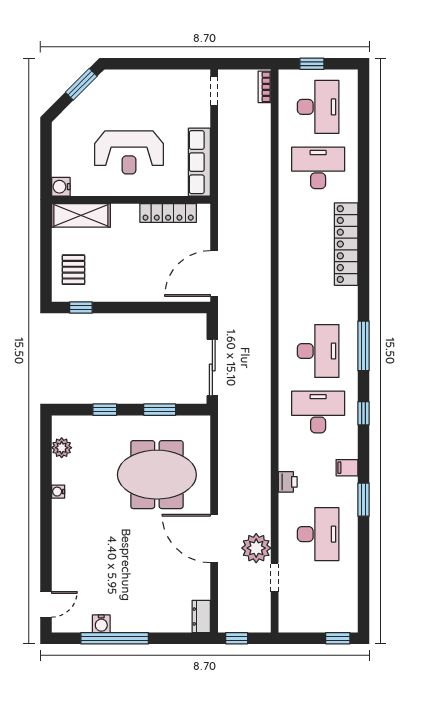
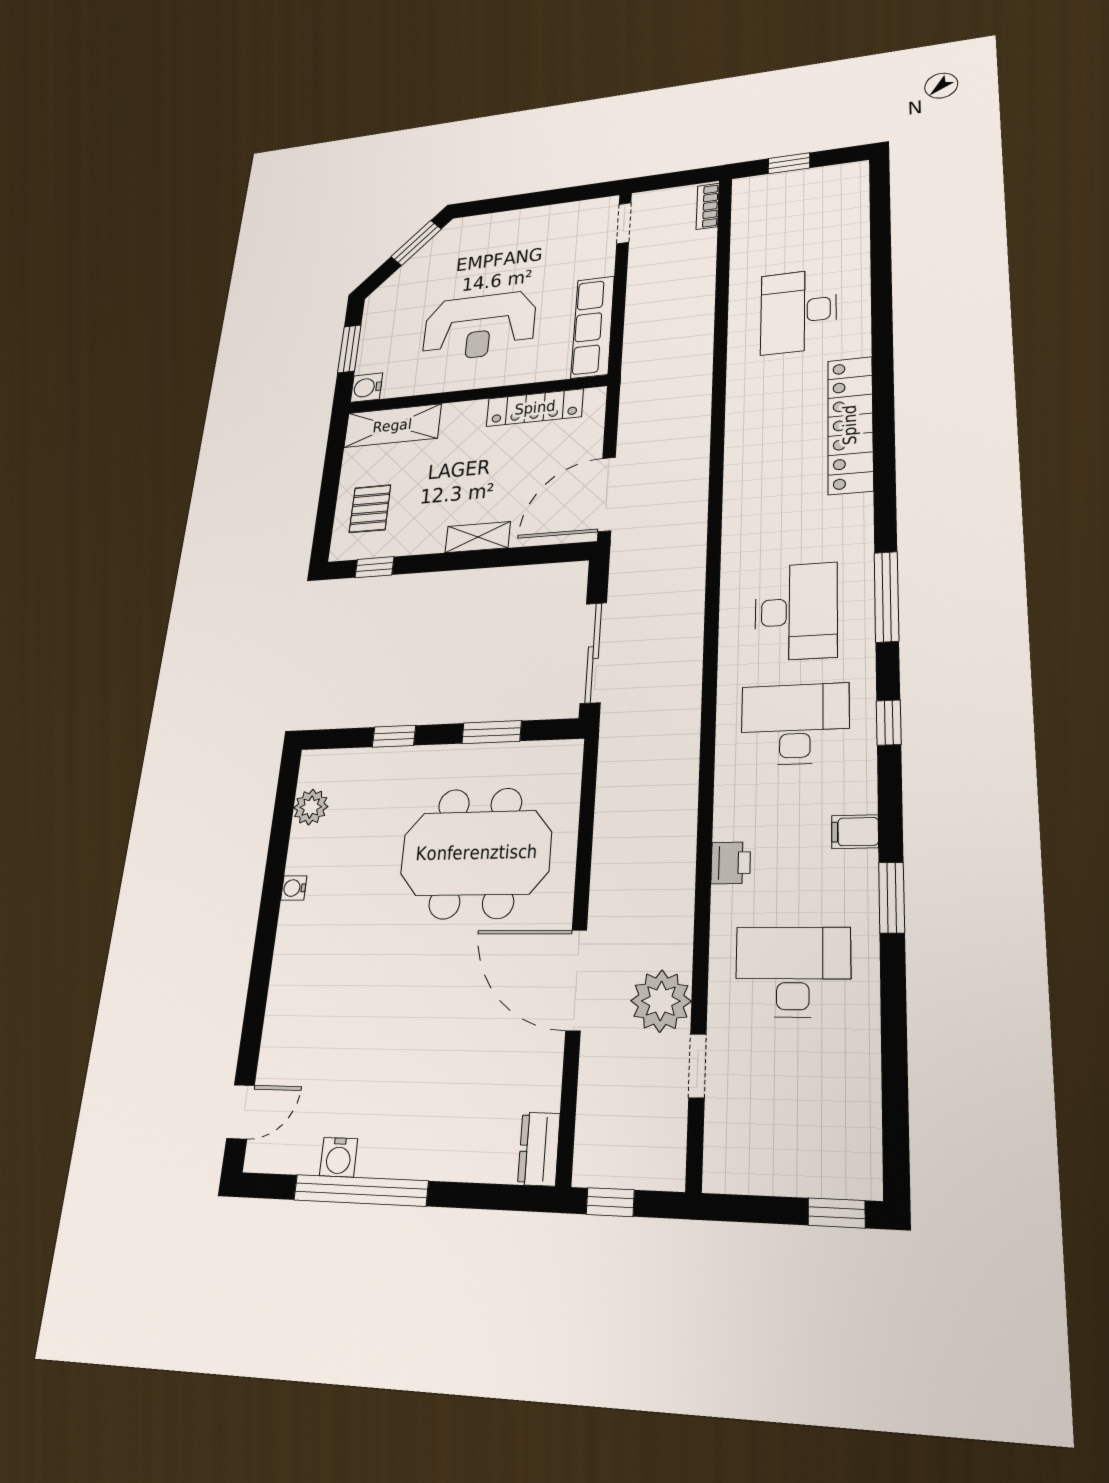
desk: (318, 107) -> (799, 222), removed
window: (46, 157) -> (349, 349), added
desk: (318, 168) -> (798, 311), turned -90
shelving: (141, 294) -> (478, 537), added
desk: (318, 534) -> (793, 972), turned -90

